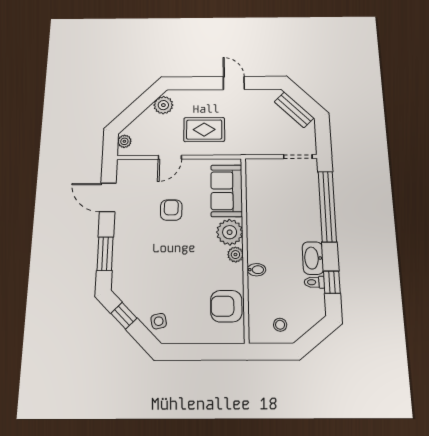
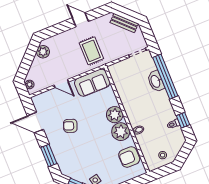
rug: (204, 130) -> (91, 51), moved, turned 90
door: (170, 157) -> (61, 84), hinge flipped
sofa: (227, 191) -> (92, 83), moved, turned -90
armchair: (171, 210) -> (70, 126), moved, turned -70
plant: (235, 255) -> (121, 132), width x1.87, depth x1.87
washbasin: (313, 258) -> (156, 81), moved

